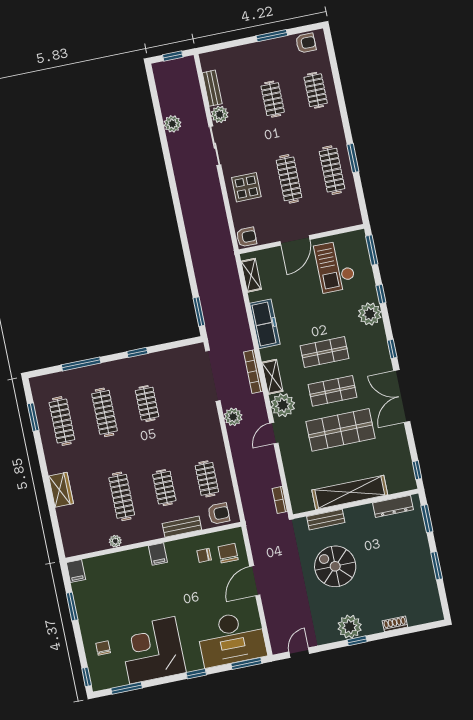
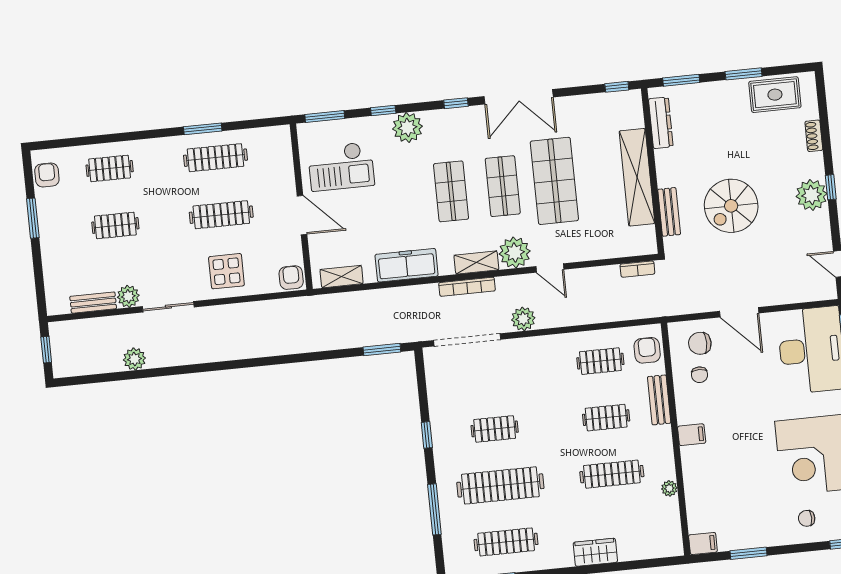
clothes rail: (104, 412) -> (500, 485), width x1.37, depth x1.31
rug: (423, 591) -> (775, 95), added

